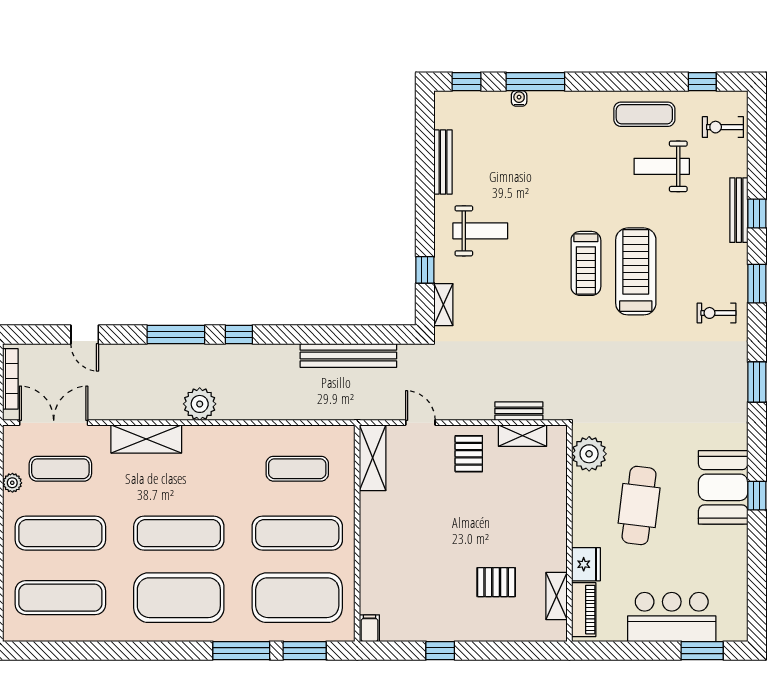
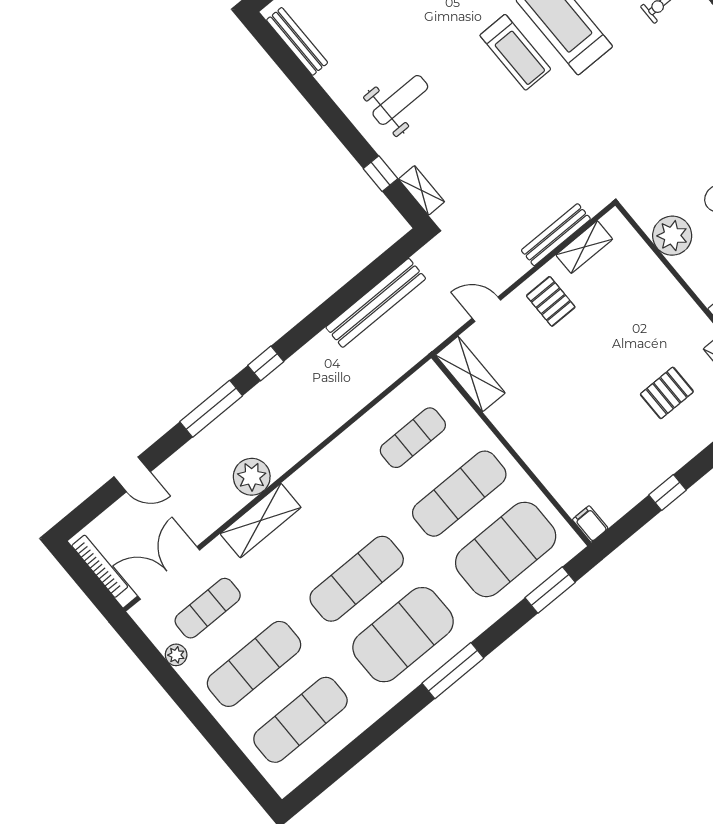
bench: (443, 162) -> (297, 41), moved
plant: (200, 404) -> (252, 477), moved
bench: (519, 411) -> (556, 235), width x1.36
plant: (589, 454) -> (672, 236), moved
window: (241, 651) -> (453, 671), moved

